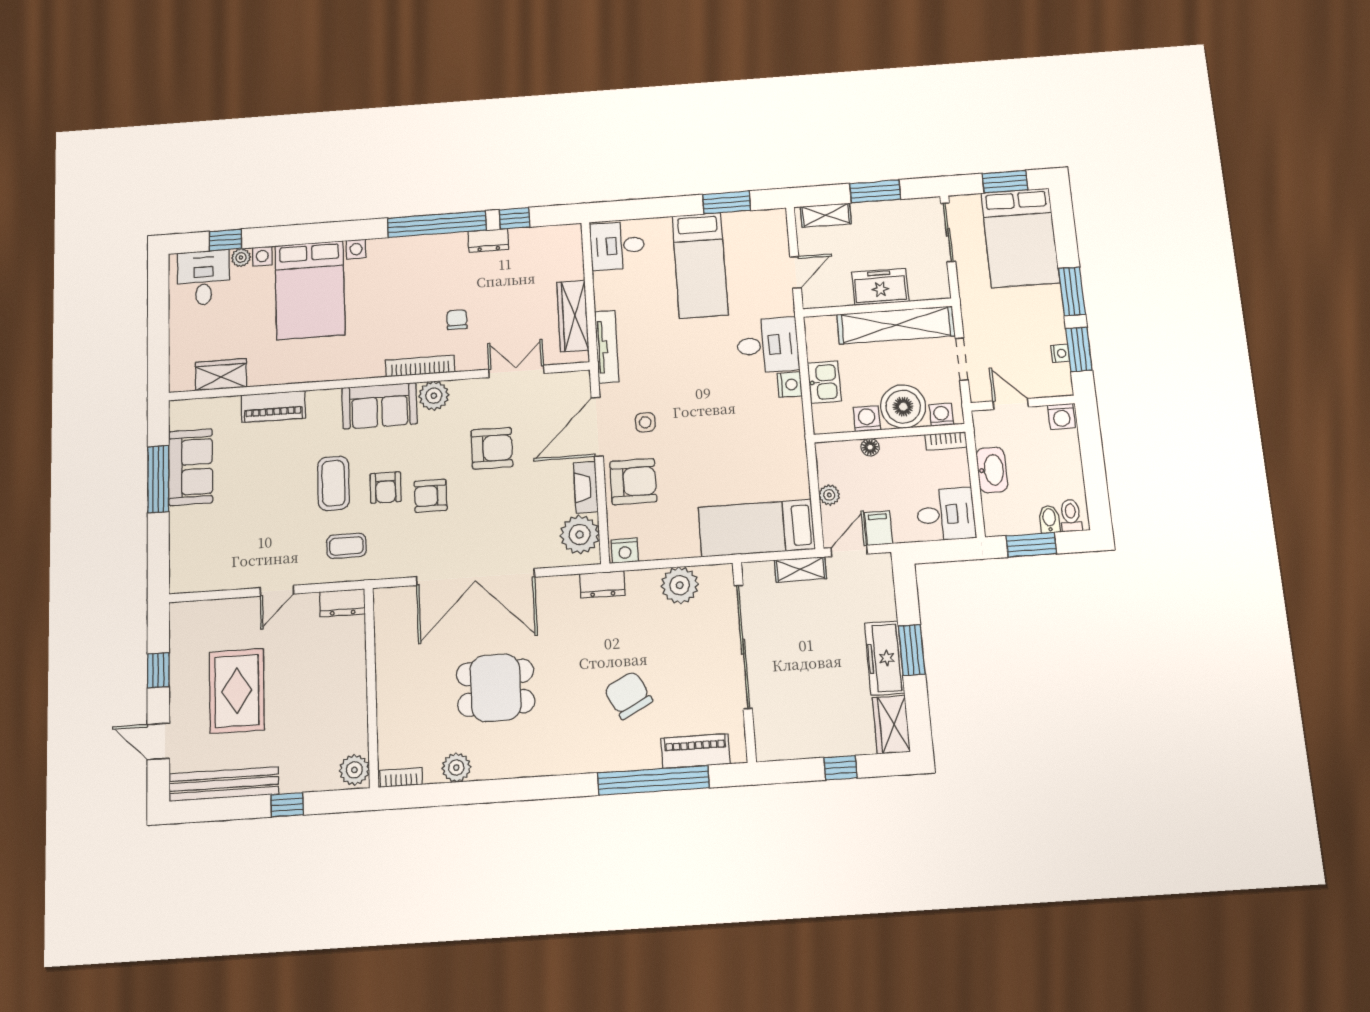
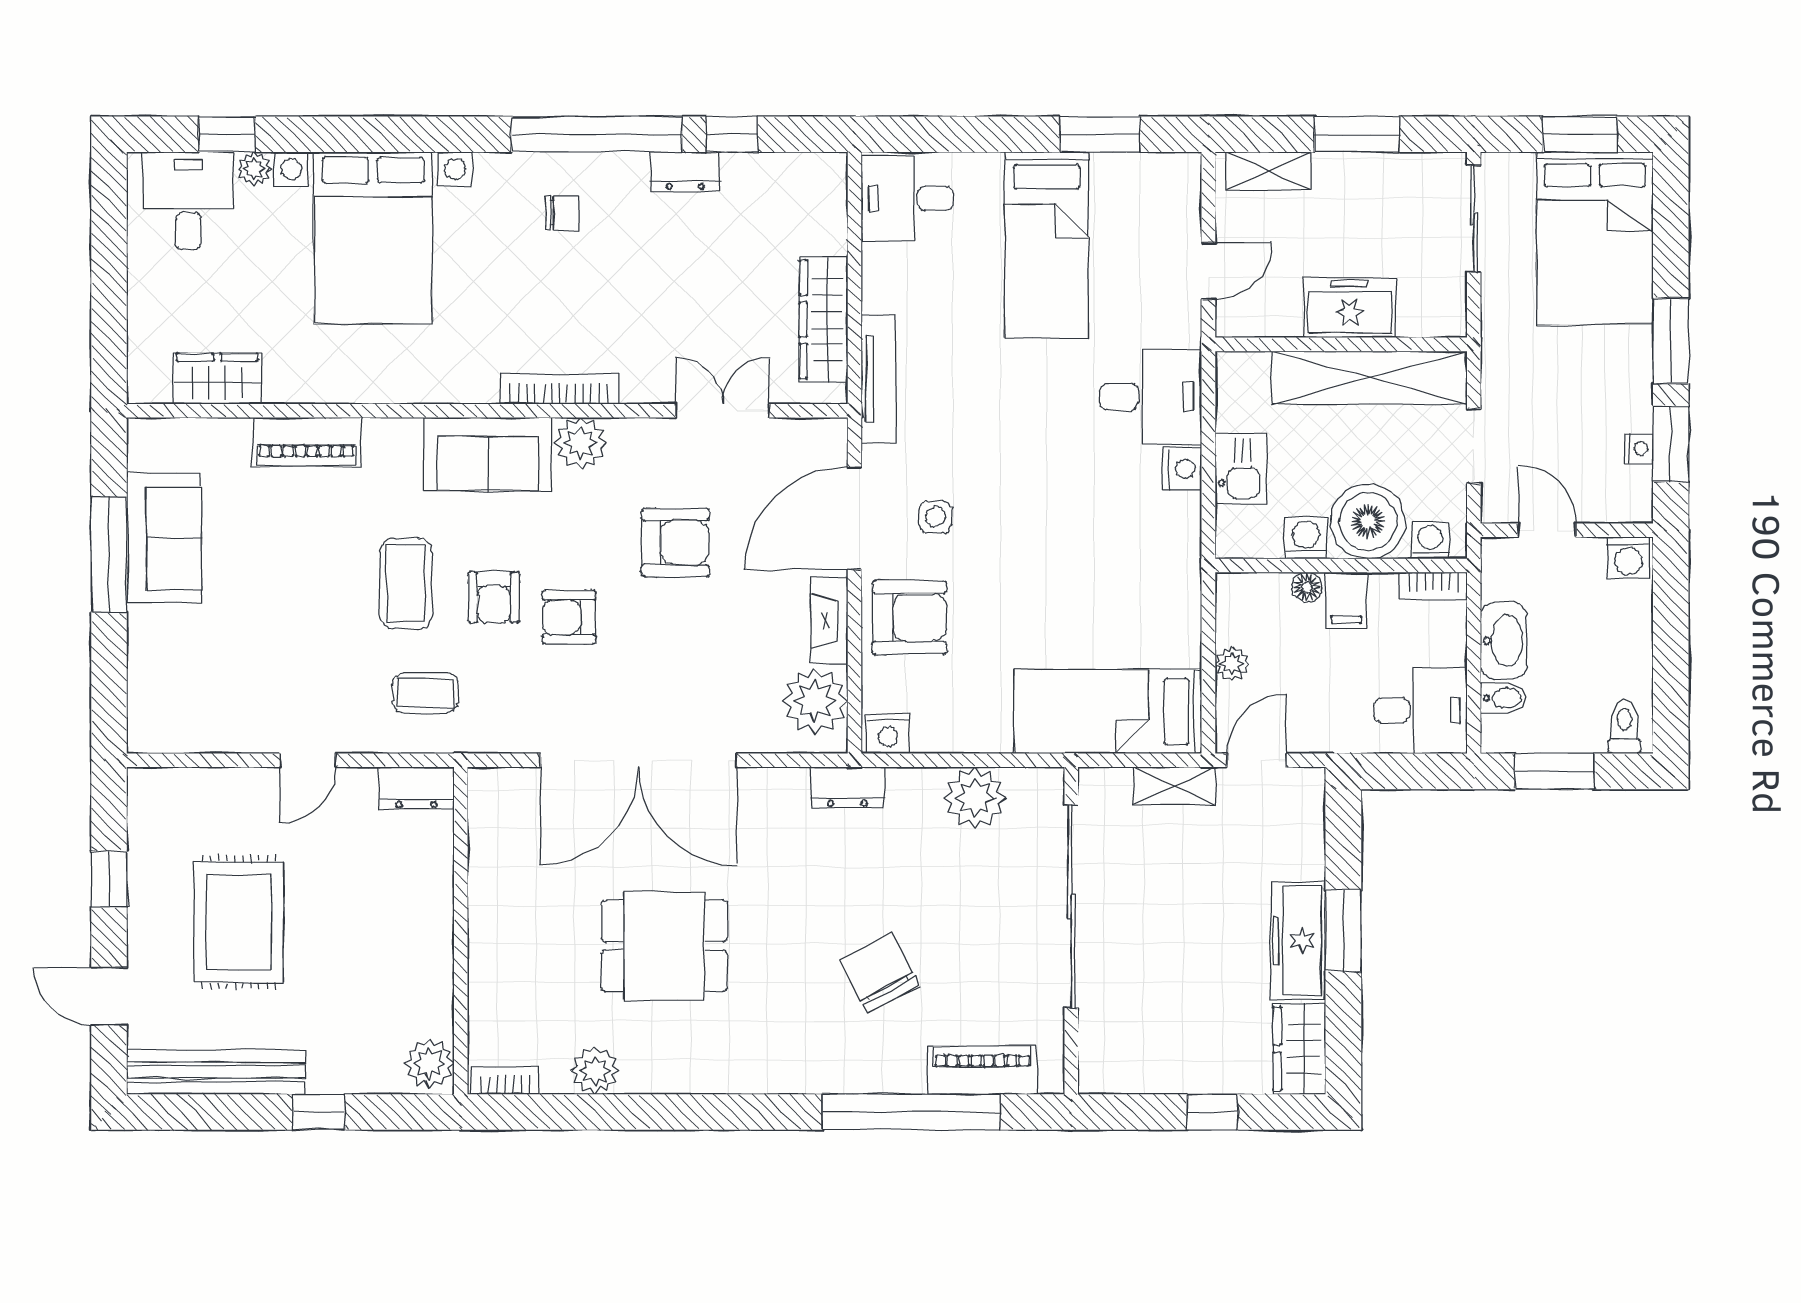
chair: (457, 320) -> (562, 213), moved, turned 90
bidet: (1049, 519) -> (1503, 698), moved, turned 90
filing cabinet: (878, 528) -> (1346, 600), moved, turned 180

